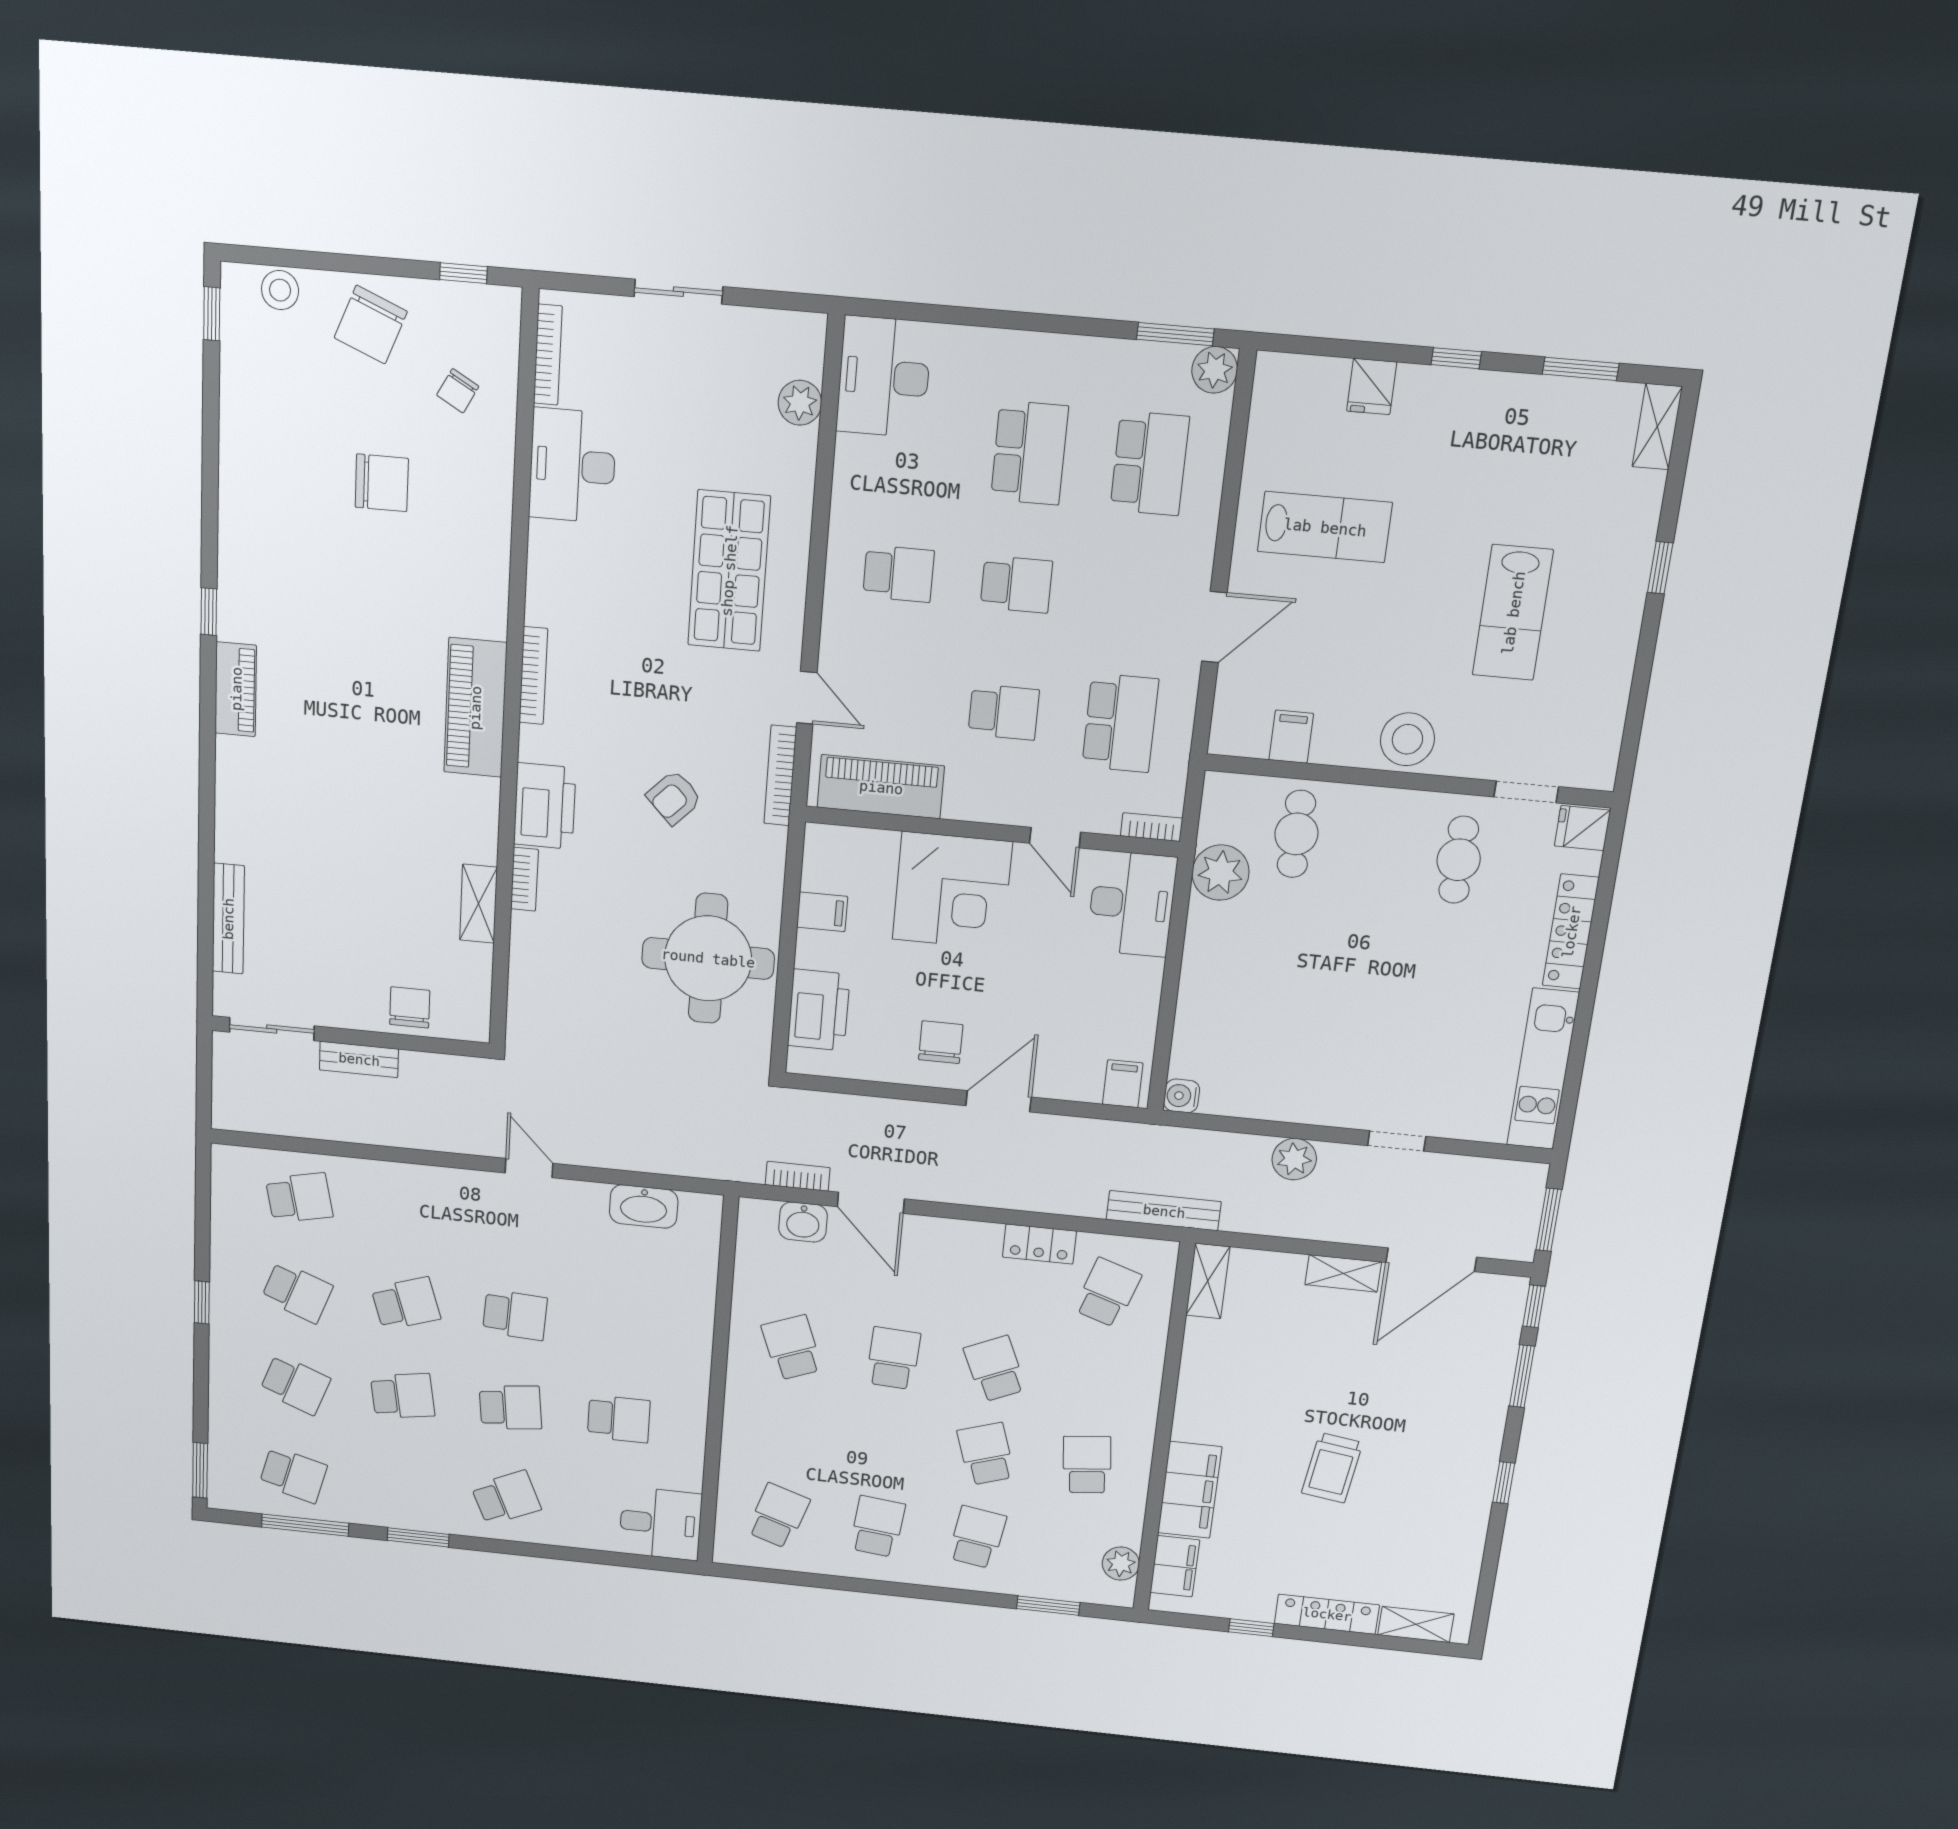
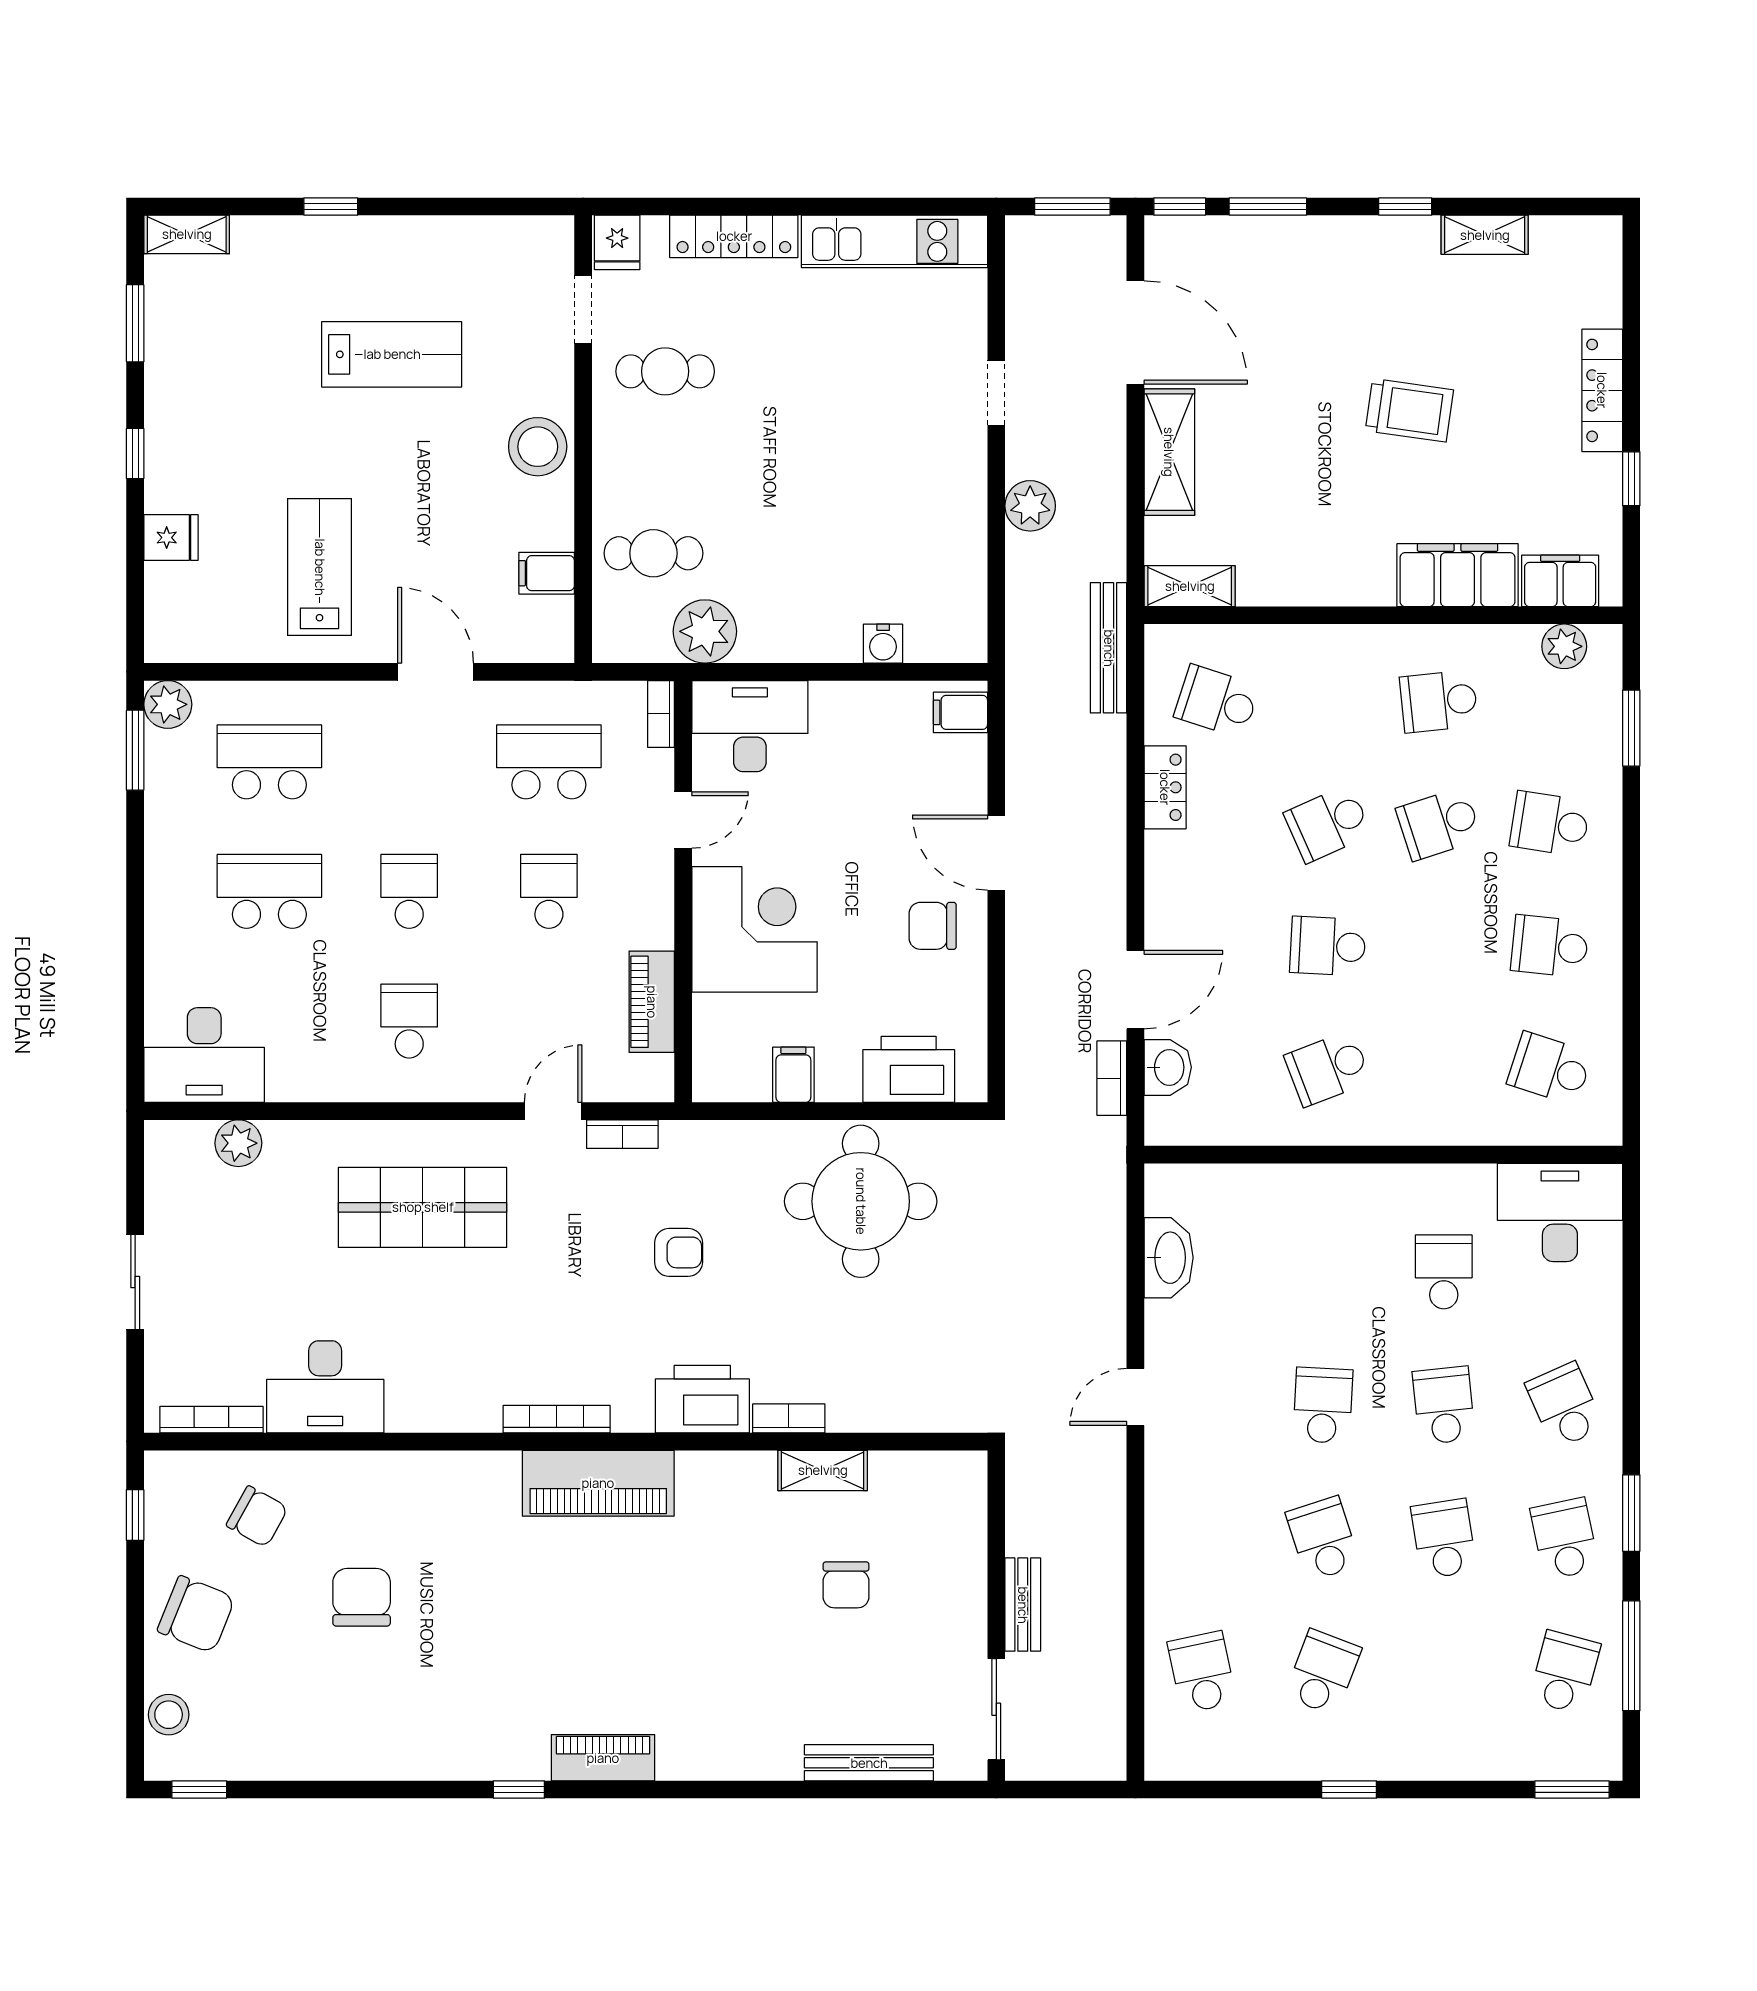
chair: (458, 391) -> (257, 1517), width x1.37, depth x1.37
bookcase: (780, 775) -> (622, 1134), width x0.64
piano: (881, 787) -> (652, 1002), width x0.73, depth x0.75
armchair: (674, 797) -> (679, 1252), turned -45
chair: (410, 1007) -> (846, 1585), moved, turned -90
water cooler: (1182, 1096) -> (883, 644), moved
shelving: (1343, 1273) -> (1169, 452), width x1.50, depth x1.33
school desk: (295, 1385) -> (1565, 1539), moved, turned -33
desk: (660, 1523) -> (1560, 1212), width x1.37
shelving: (1416, 1624) -> (1485, 235), moved, turned 90

